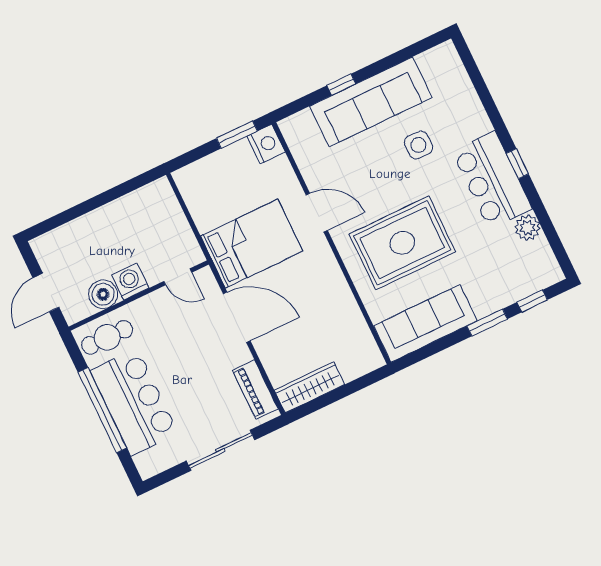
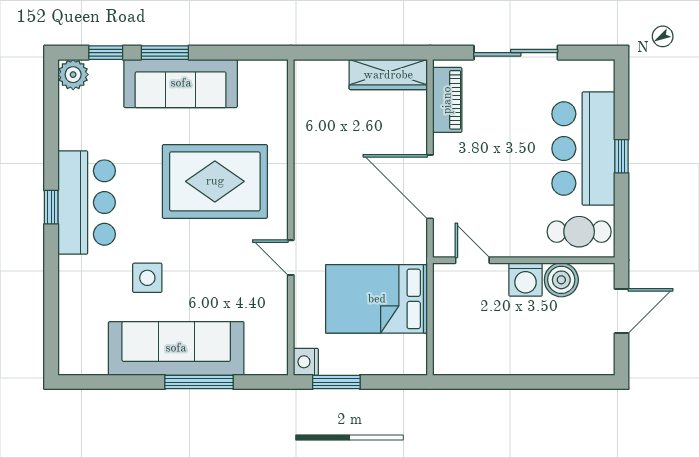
window: (341, 85) -> (199, 382), width x2.17
nightstand: (266, 144) -> (306, 362), width x0.74, depth x0.75
door: (317, 213) -> (291, 258), width x0.73
plant: (528, 228) -> (73, 75), moved
bed: (252, 244) -> (377, 299), moved
sofa: (425, 323) -> (181, 83), moved
window: (102, 410) -> (622, 156), width x0.32

